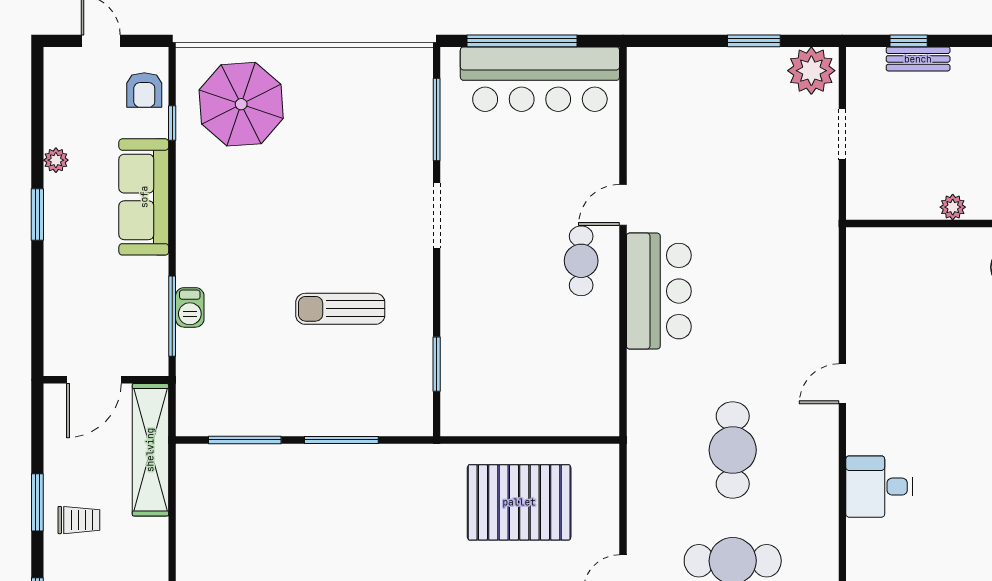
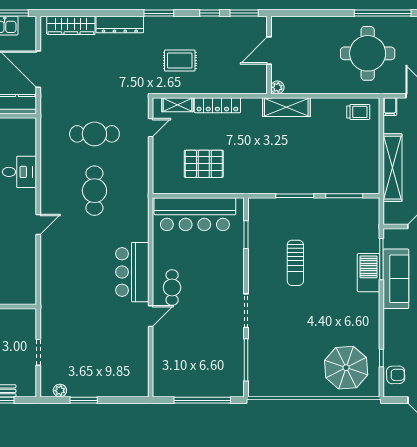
plant: (811, 71) -> (60, 391), width x0.53, depth x0.53
bar counter: (540, 79) -> (195, 214), moved, turned 180
armchair: (144, 90) -> (396, 375), turned 88
sofa: (144, 197) -> (396, 279), moved
barbecue: (190, 307) -> (368, 273), width x1.88, depth x1.53
sun lounger: (340, 309) -> (295, 263), turned 90
shelving: (150, 450) -> (392, 168), moved
pallet: (519, 502) -> (204, 164), width x0.73, depth x0.71

